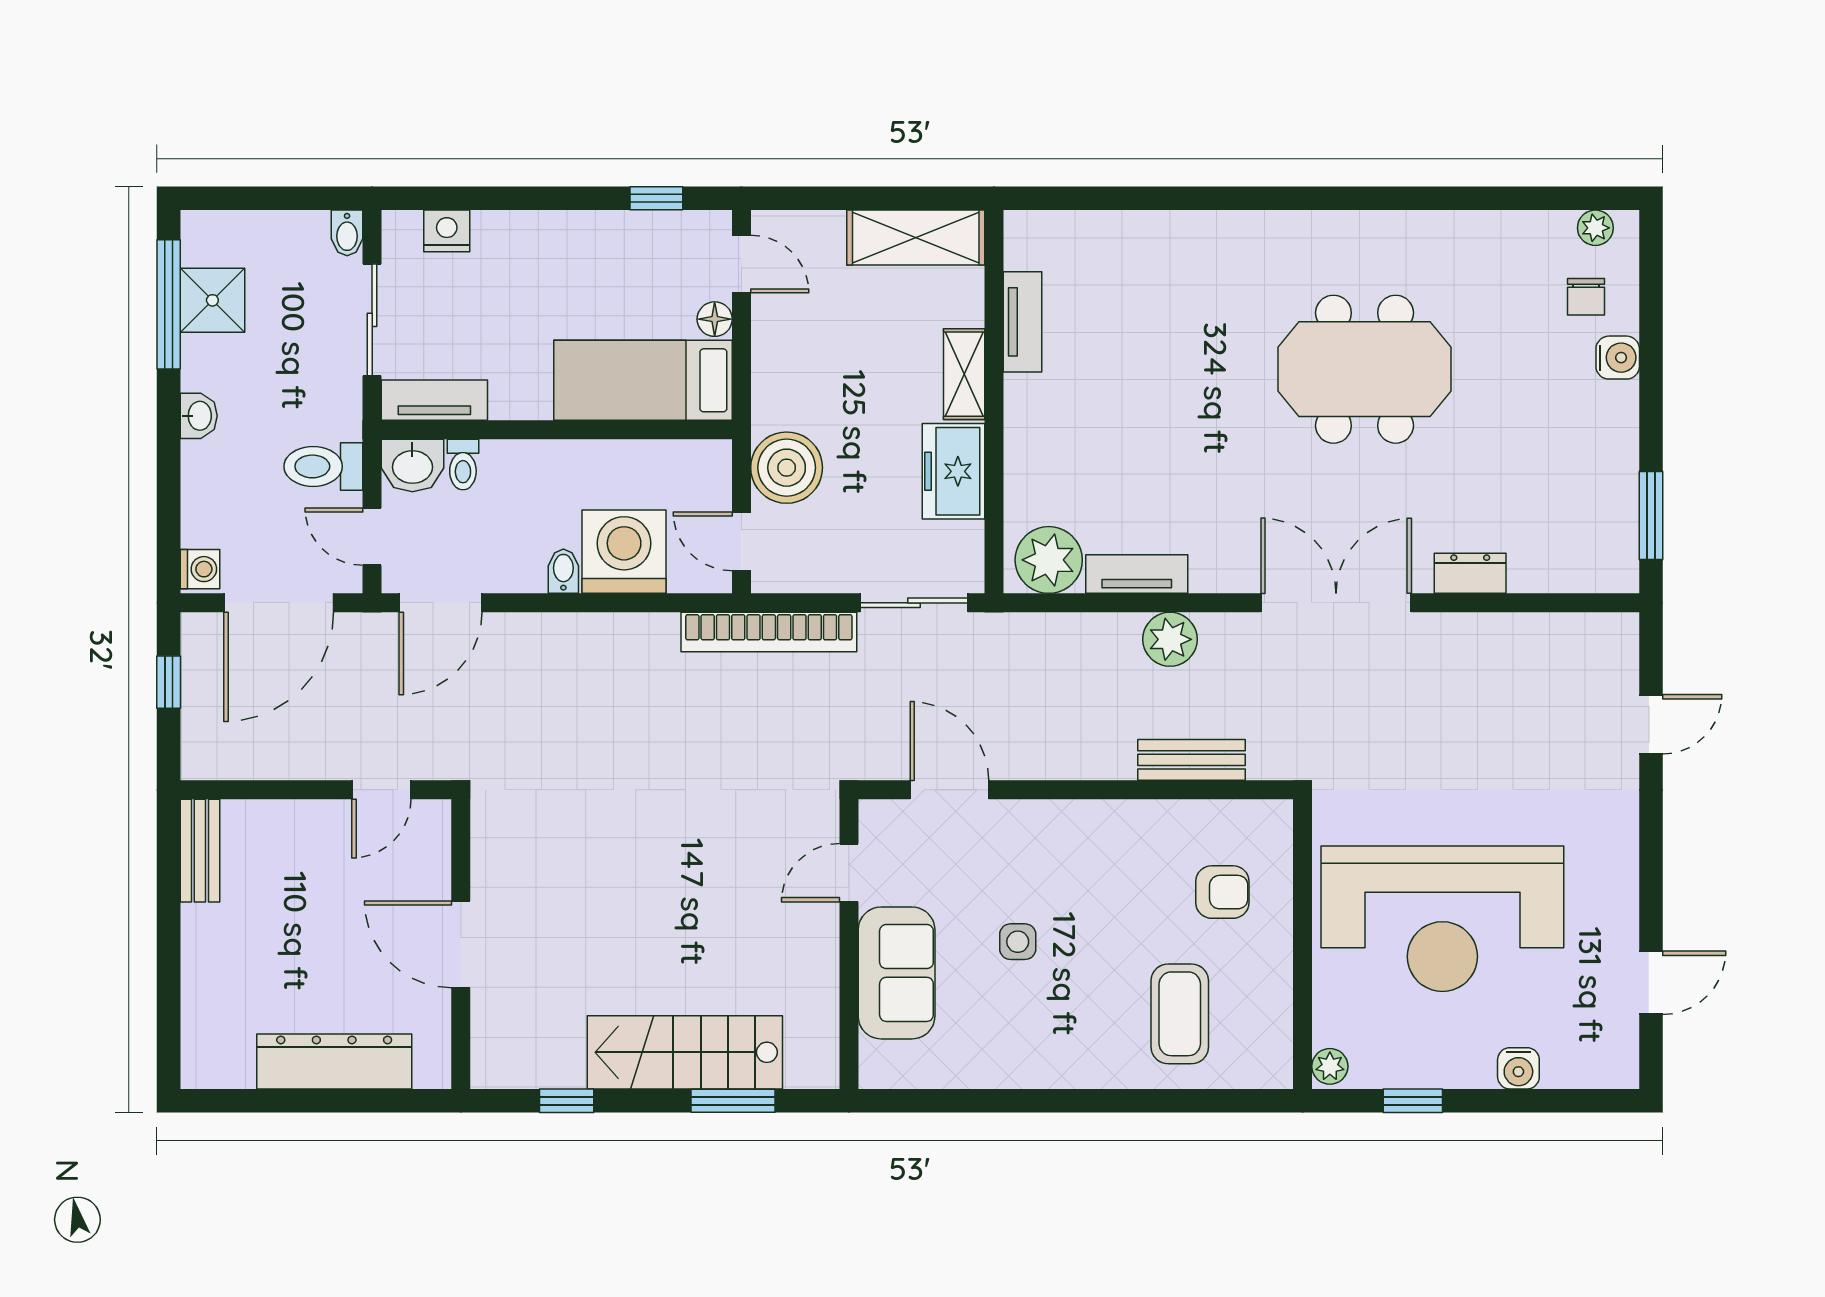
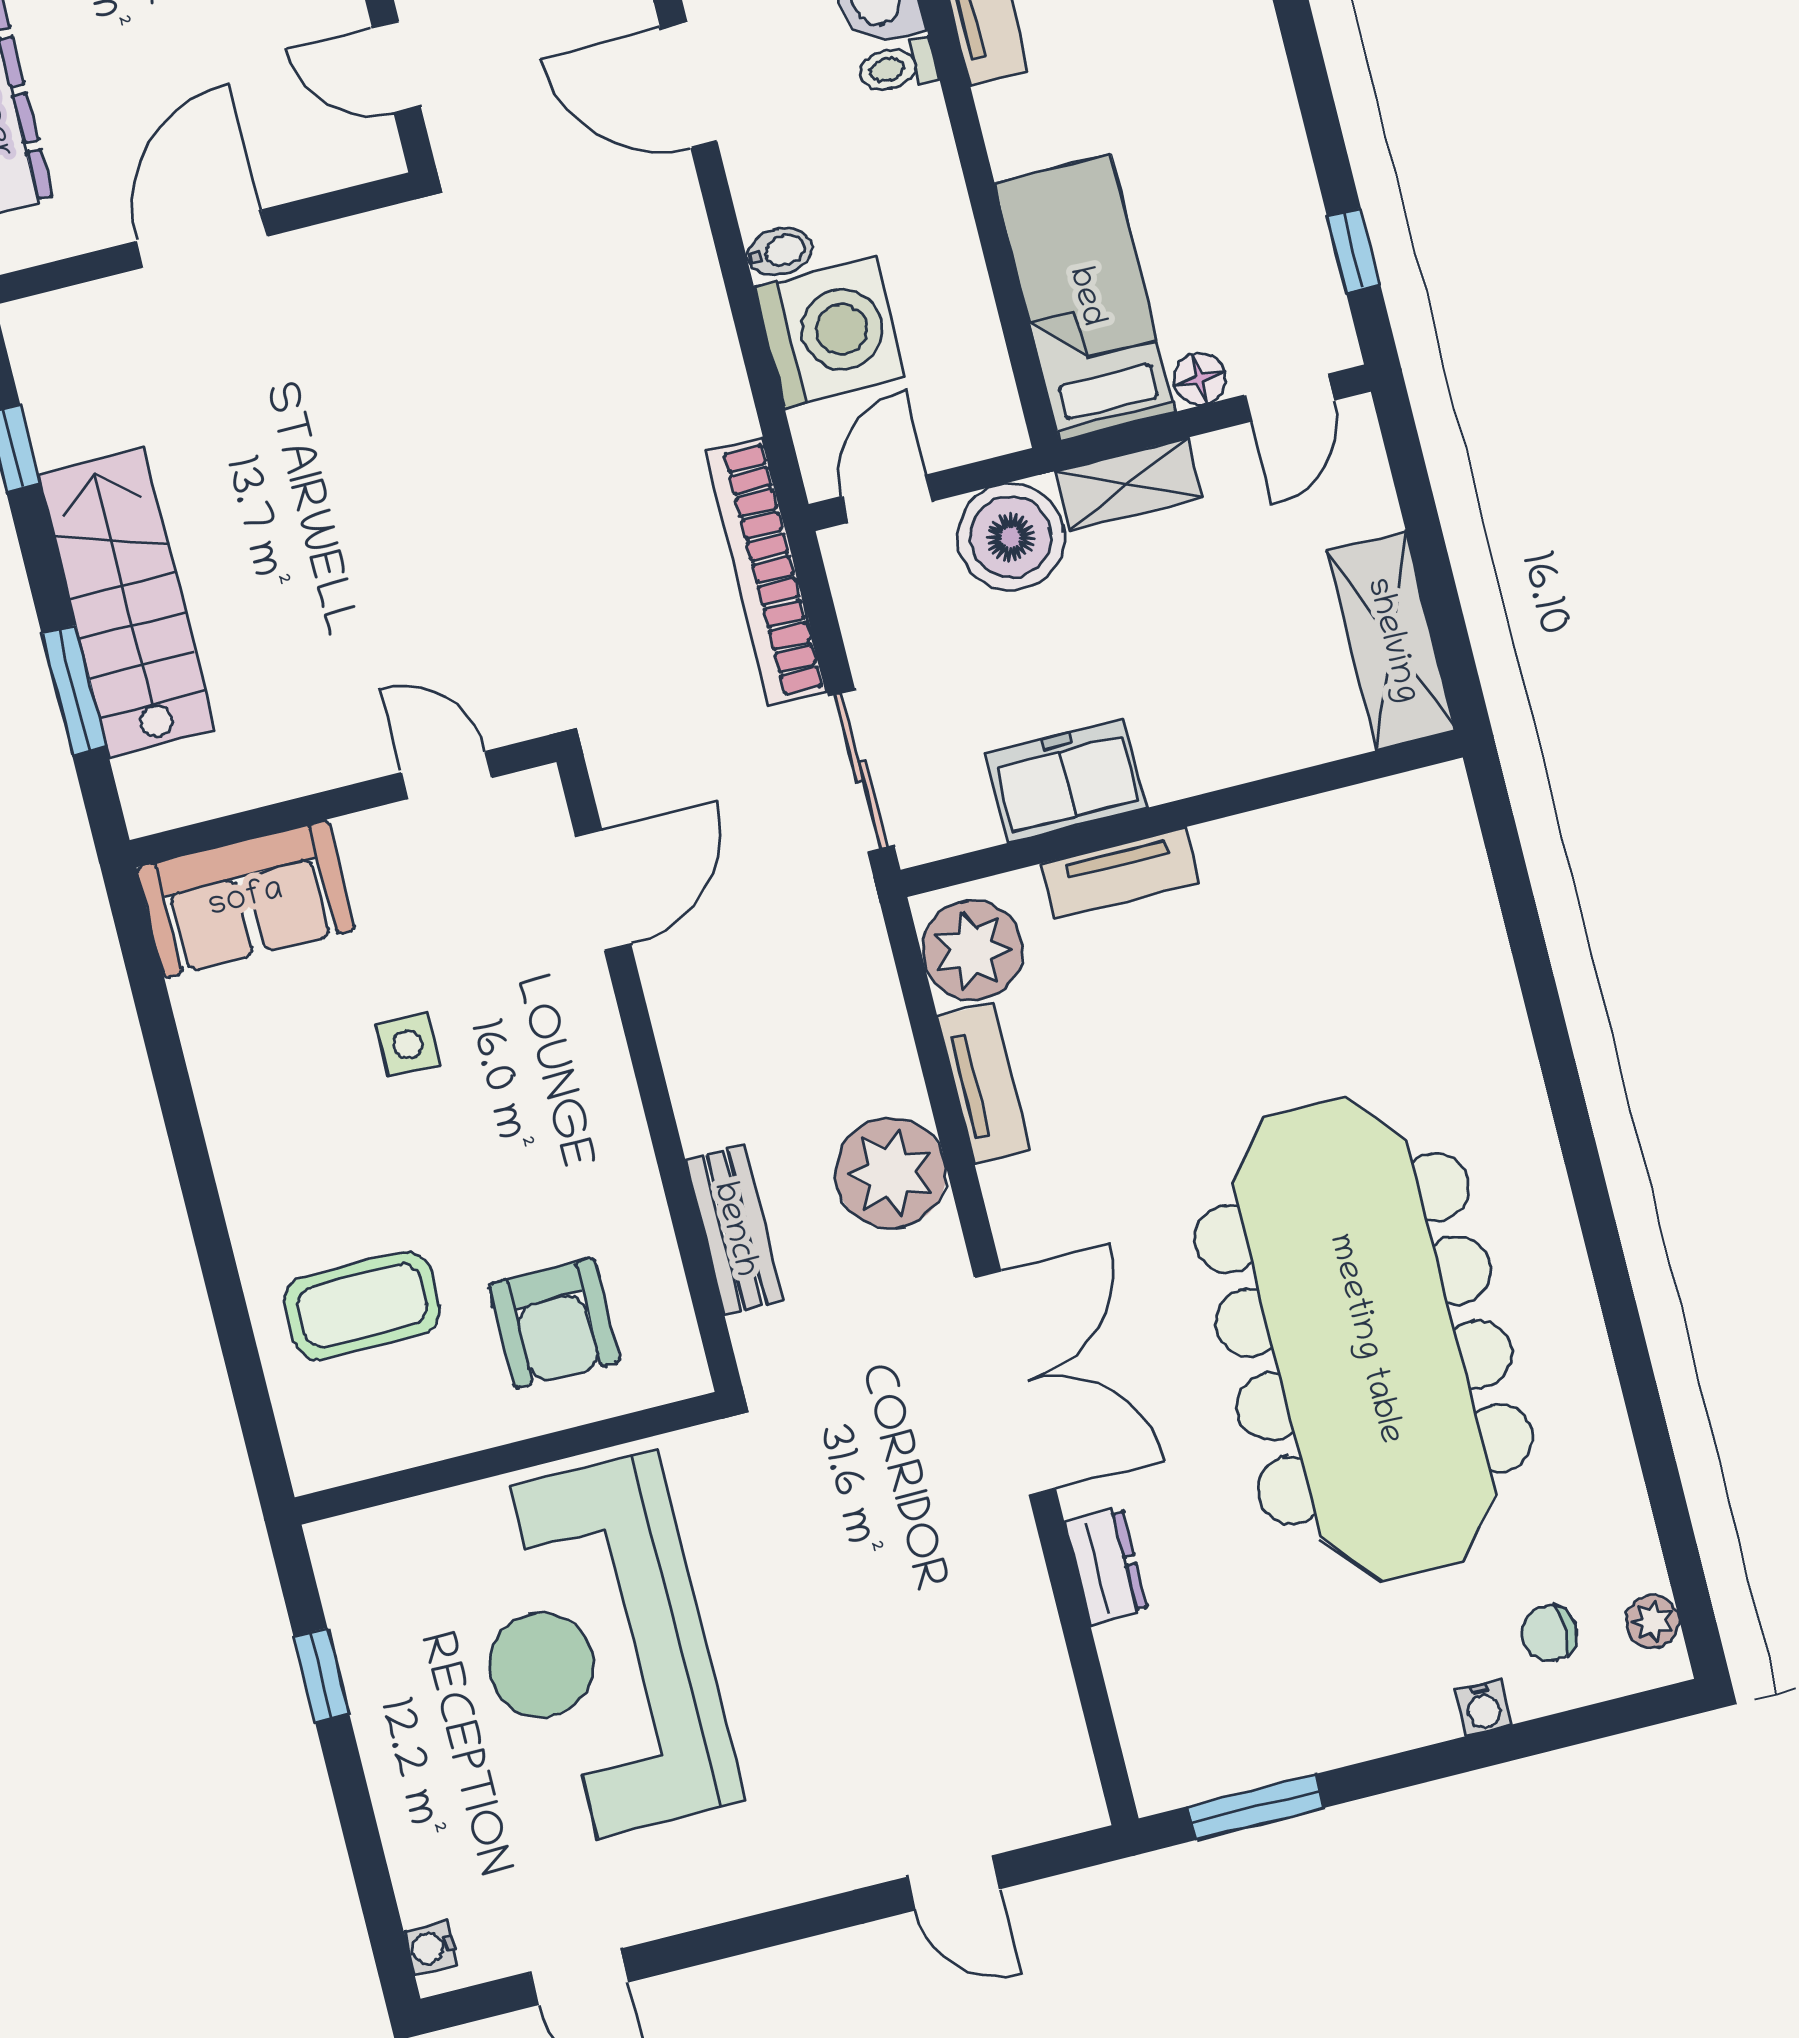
tv unit: (1022, 322) -> (1120, 873), moved
water cooler: (1618, 358) -> (1483, 1708), width x0.72, depth x0.72
meeting table: (1365, 369) -> (1364, 1339), width x1.86, depth x1.27
shelving: (964, 374) -> (1128, 484), moved
plant: (1170, 639) -> (891, 1173), width x1.36, depth x1.36
armchair: (1222, 892) -> (554, 1323), width x1.38, depth x1.38
sofa: (897, 973) -> (246, 899), moved
plant: (1330, 1066) -> (341, 1542), removed
water cooler: (1518, 1068) -> (431, 1948), moved, width x0.72, depth x0.72

